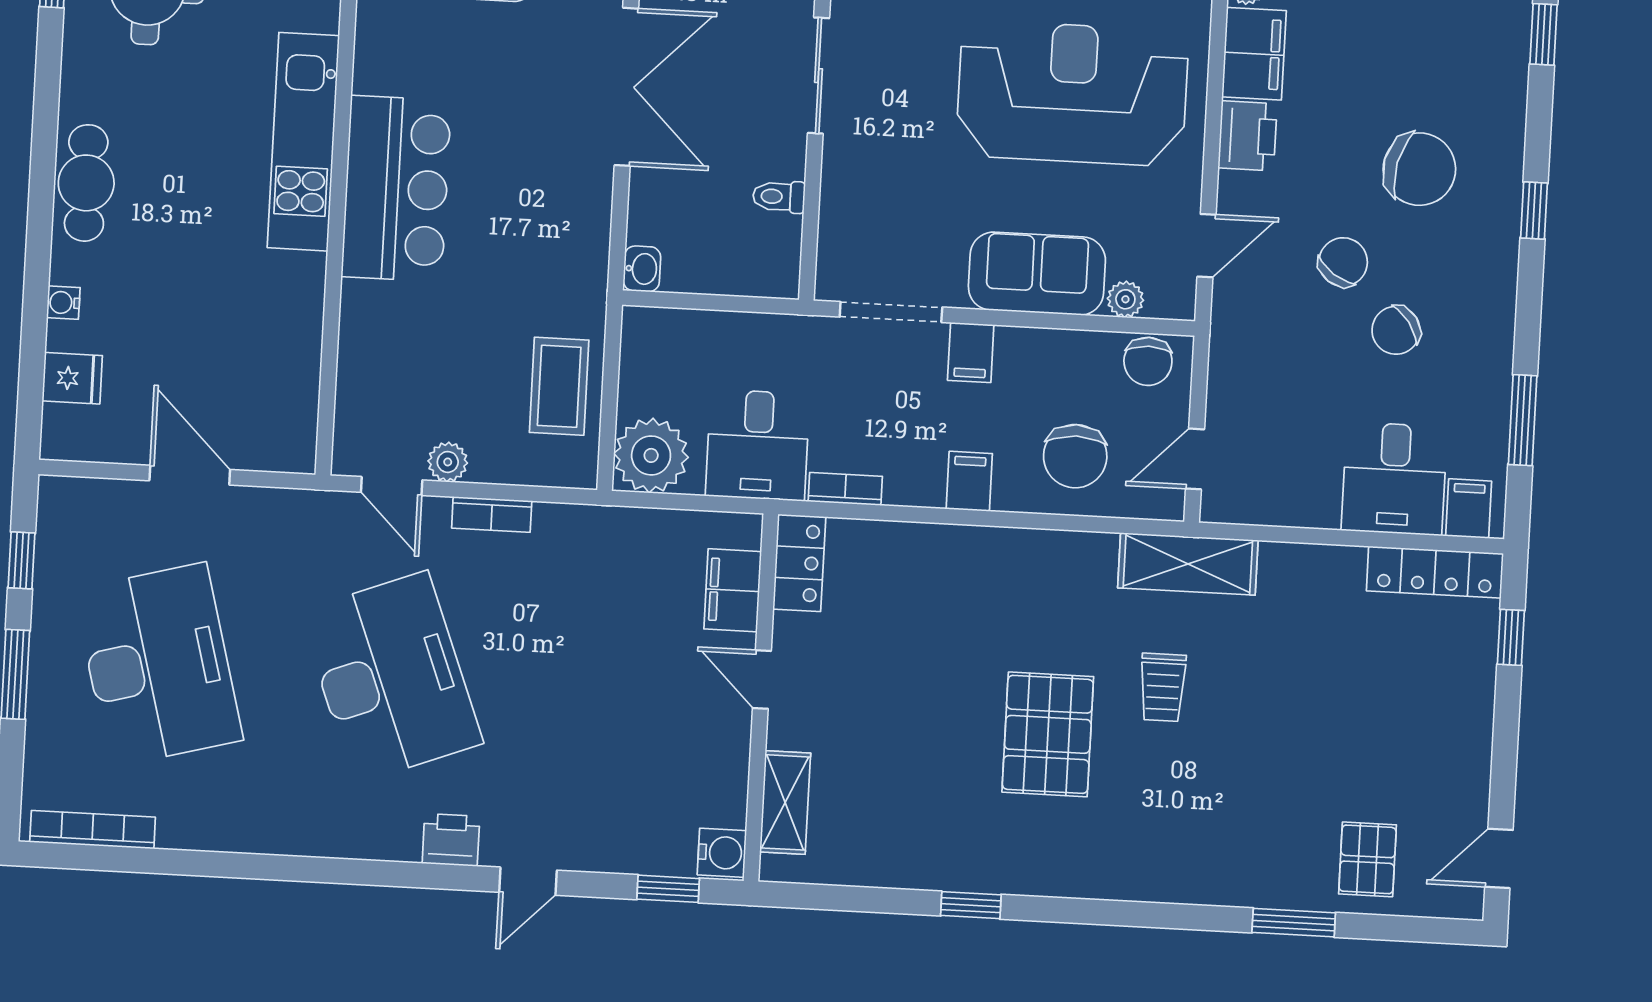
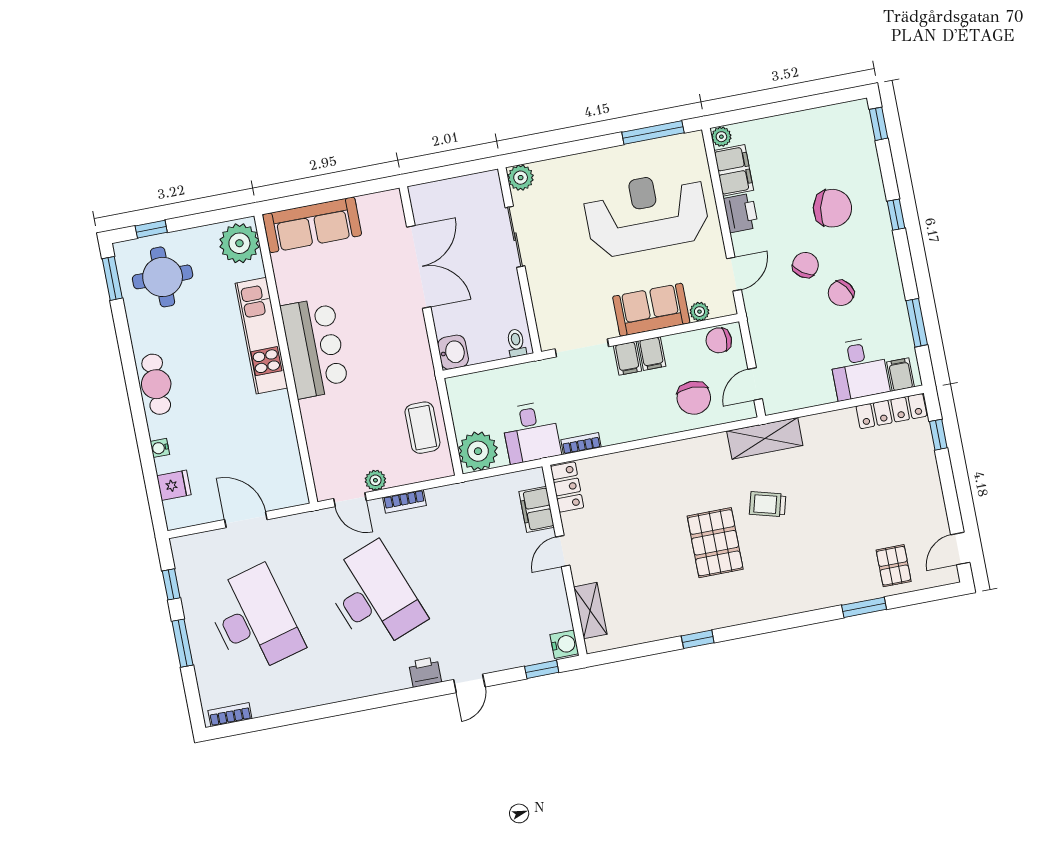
toilet: (779, 197) -> (516, 343), moved, turned 90
washbasin: (642, 269) -> (453, 352), width x1.38, depth x1.45
chair: (1148, 361) -> (719, 340), turned 90
filing cabinet: (969, 481) -> (652, 354), moved, turned 180
door: (762, 680) -> (563, 551), hinge flipped
trolley: (1163, 687) -> (768, 504), turned 105
bookcase: (93, 830) -> (230, 715), width x0.64

